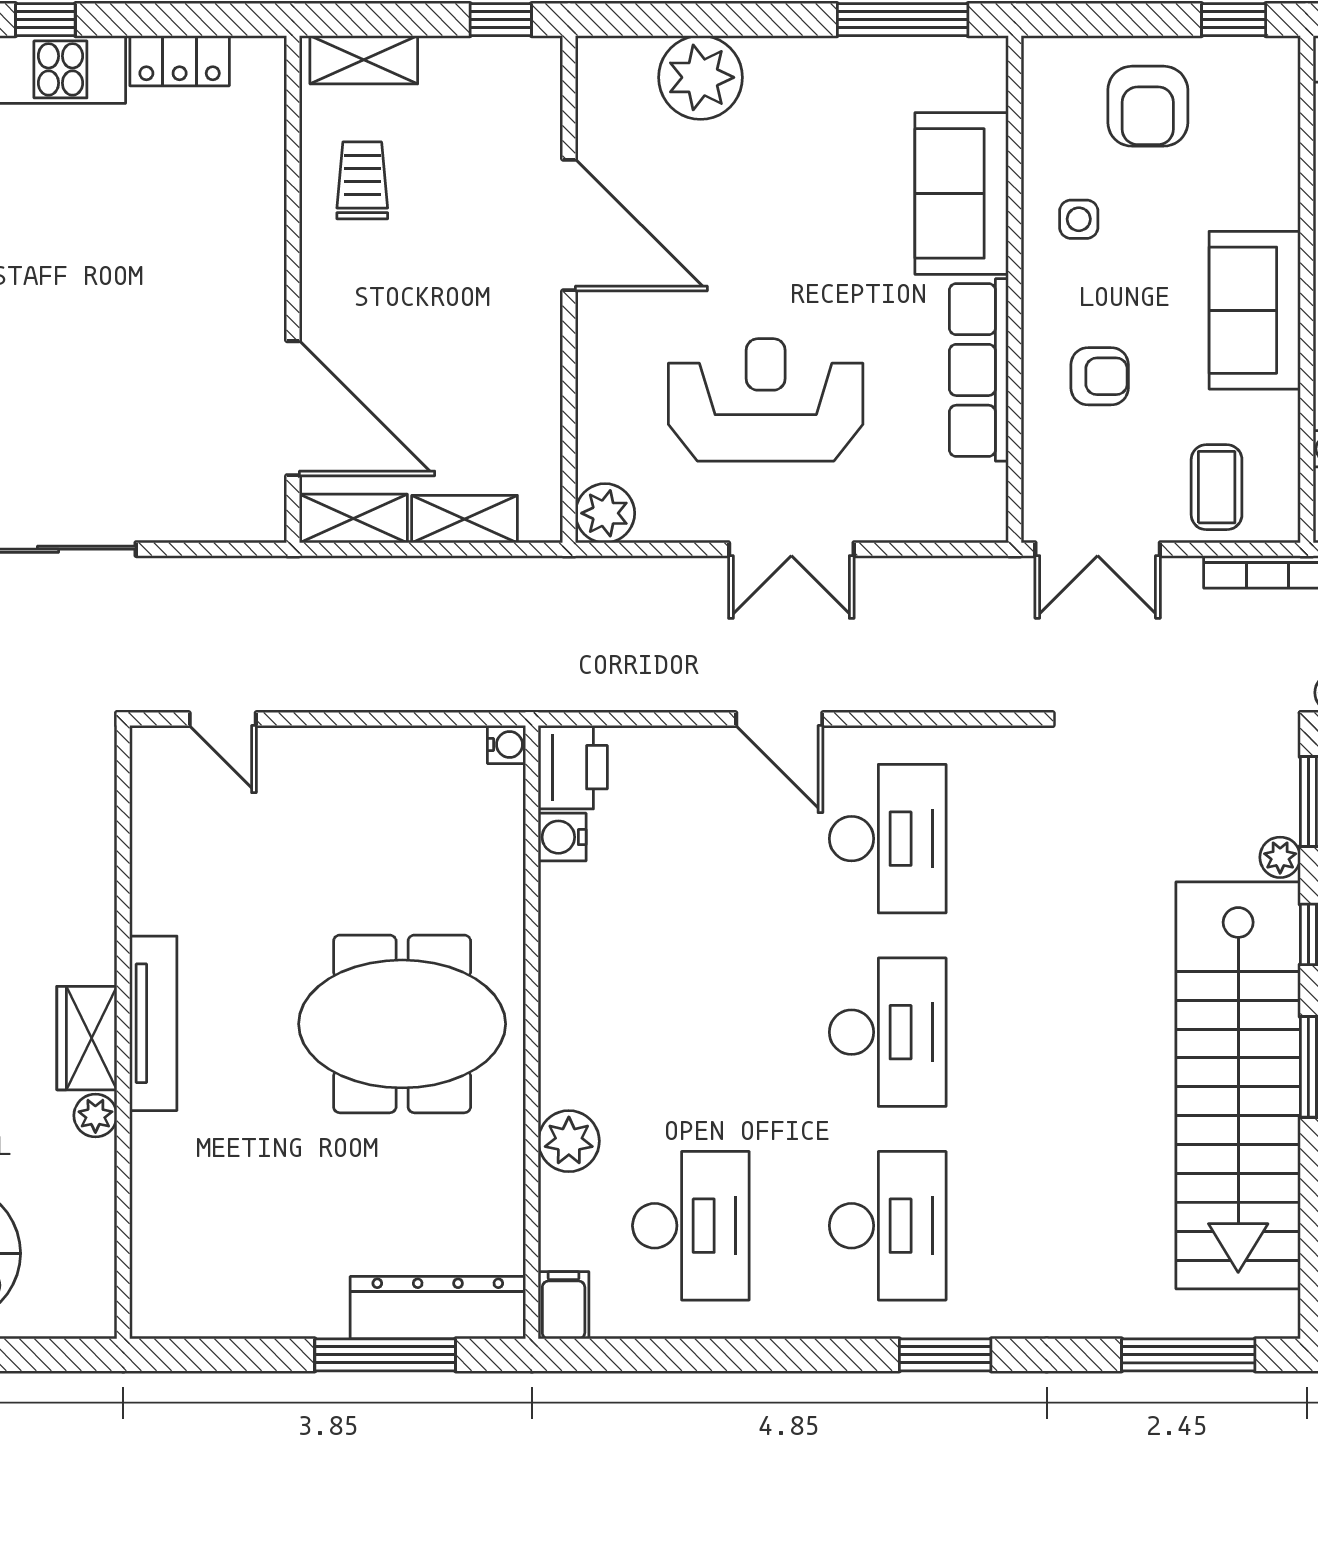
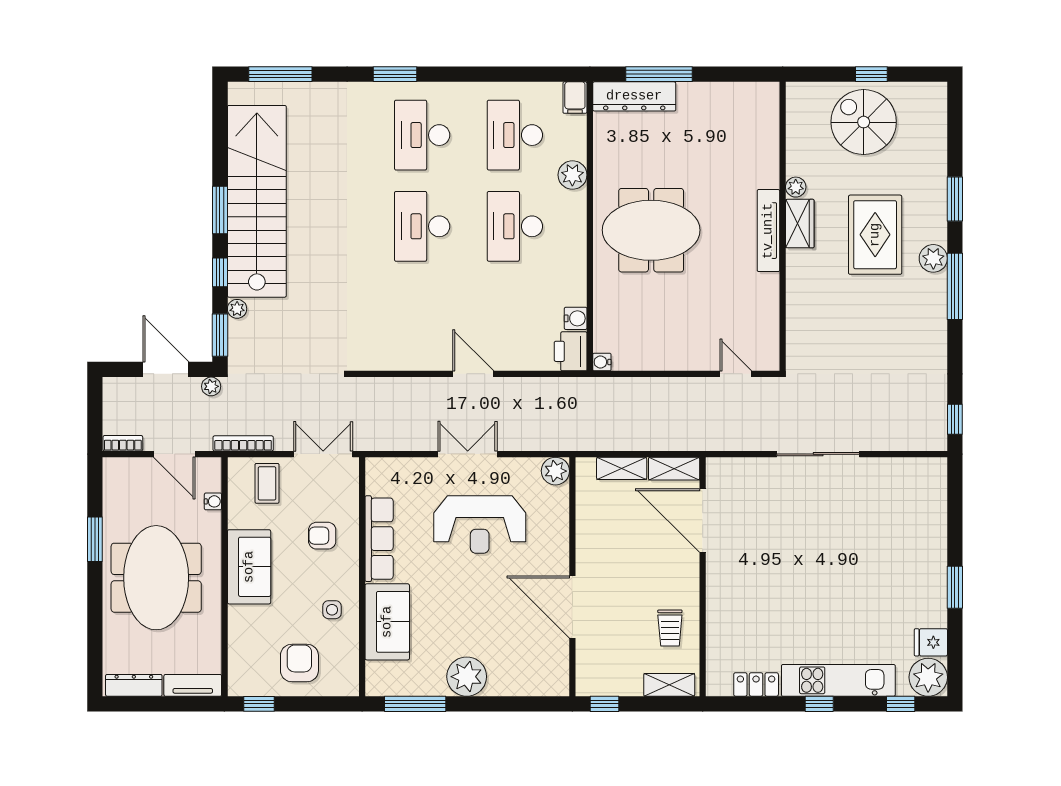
plant: (701, 77) -> (467, 677), moved
desk: (888, 839) -> (515, 226), moved

